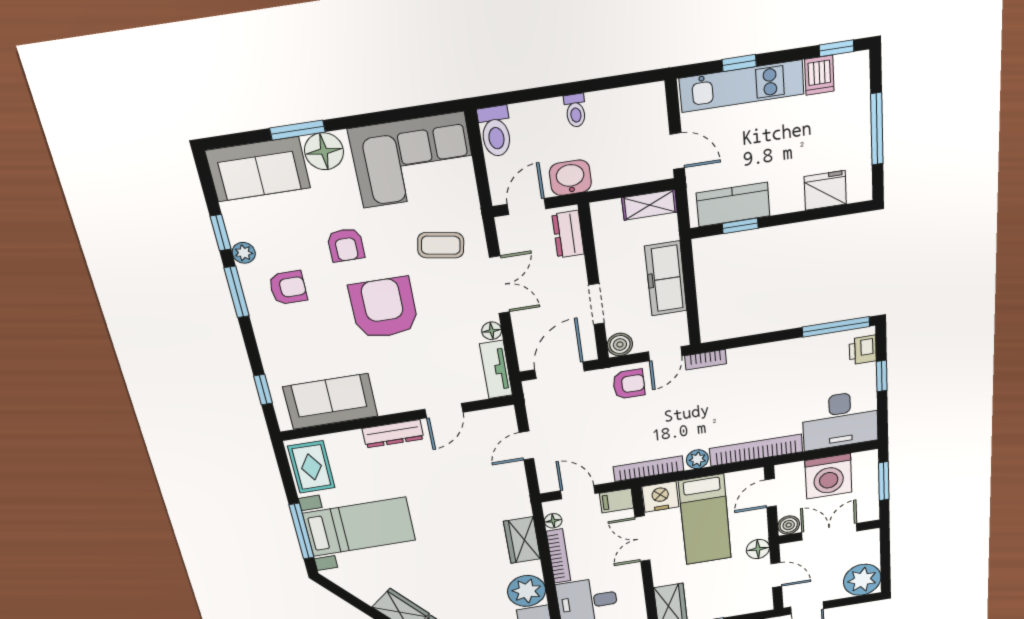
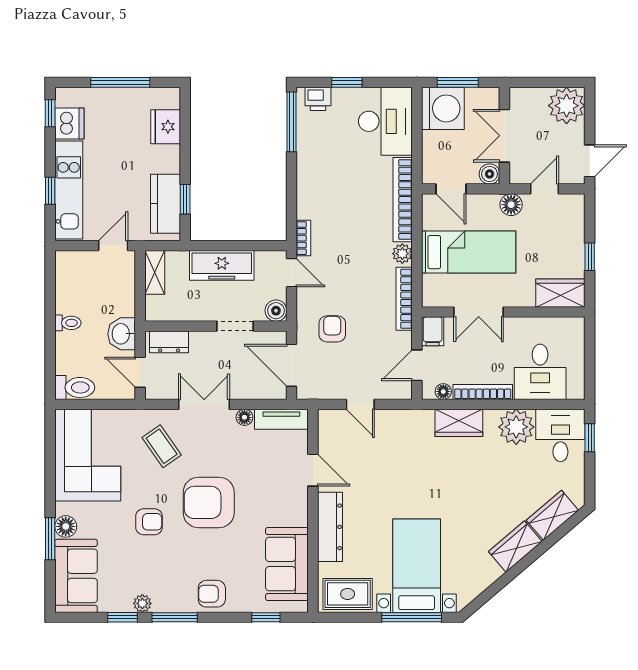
dishwasher: (819, 75) -> (69, 123), width x1.38
floor lamp: (324, 151) -> (66, 526), width x0.73, depth x0.73
coffee table: (441, 245) -> (162, 446), turned -45
armchair: (288, 288) -> (212, 594), moved, turned -90
armchair: (629, 384) -> (332, 329), moved
dresser: (393, 434) -> (330, 527), width x1.37, depth x1.24
washing machine: (828, 476) -> (443, 108), moved
nightstand: (660, 497) -> (436, 291), removed

